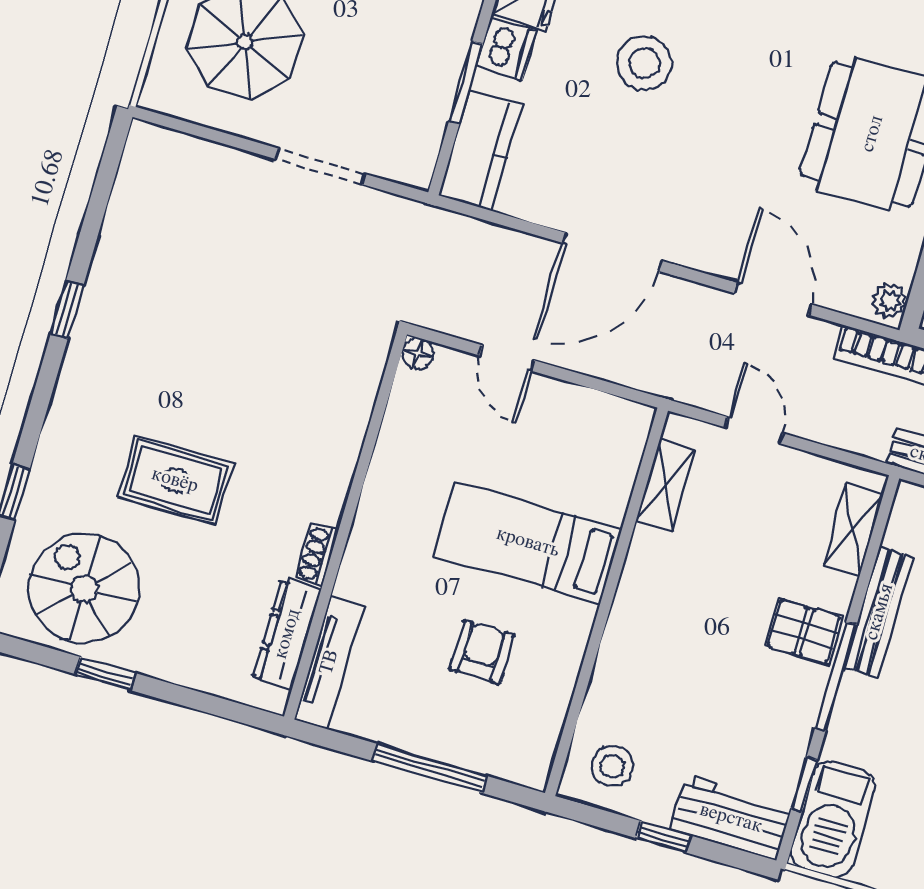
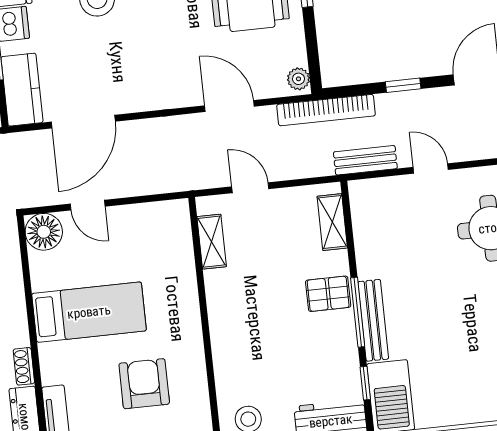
door: (612, 252) -> (83, 122), moved
floor lamp: (417, 353) -> (44, 232), width x1.89, depth x1.89
bed: (528, 542) -> (89, 312), moved, turned 180
bench: (879, 612) -> (373, 320), moved
armchair: (482, 652) -> (144, 384), width x1.38, depth x1.38

